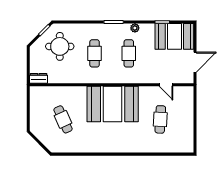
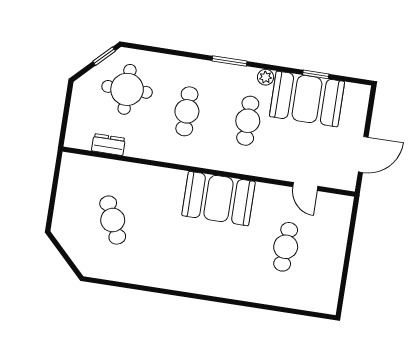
booth: (174, 36) -> (307, 99), moved
dresser: (38, 78) -> (108, 145), moved
booth: (113, 104) -> (219, 199), width x0.73, depth x0.70

